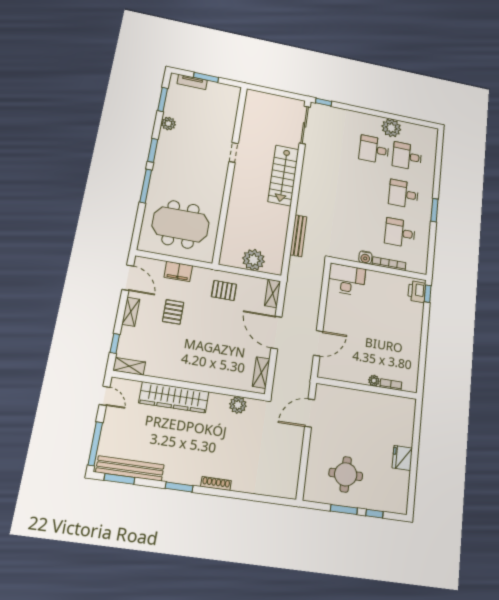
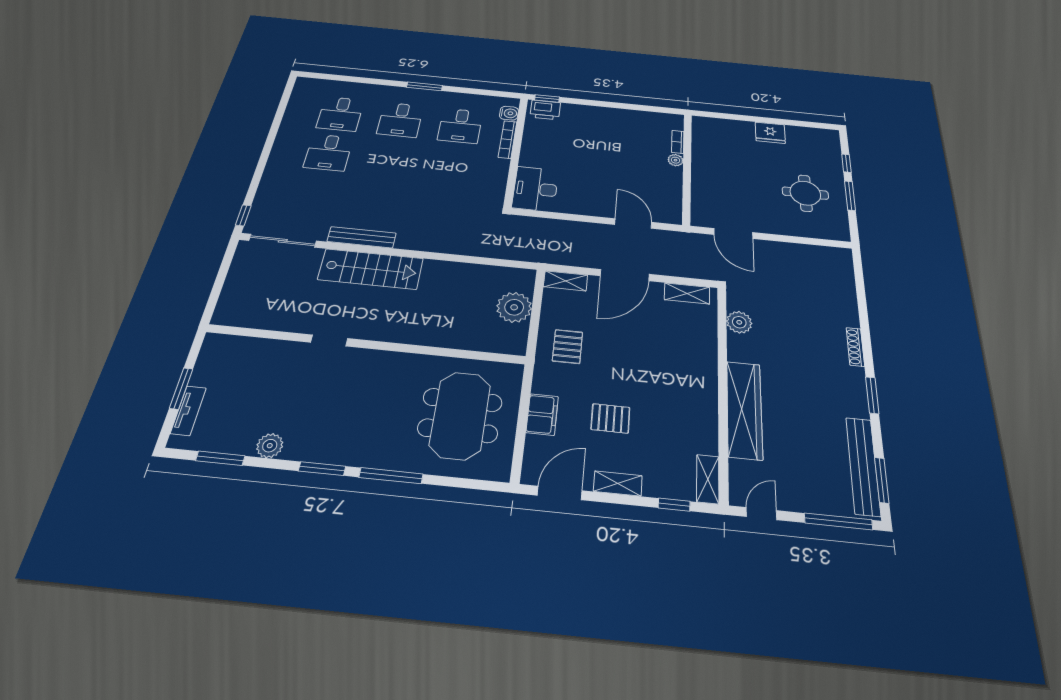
plant: (391, 128) -> (293, 131), removed
bench: (298, 236) -> (362, 237), moved
water cooler: (365, 257) -> (509, 113), moved

